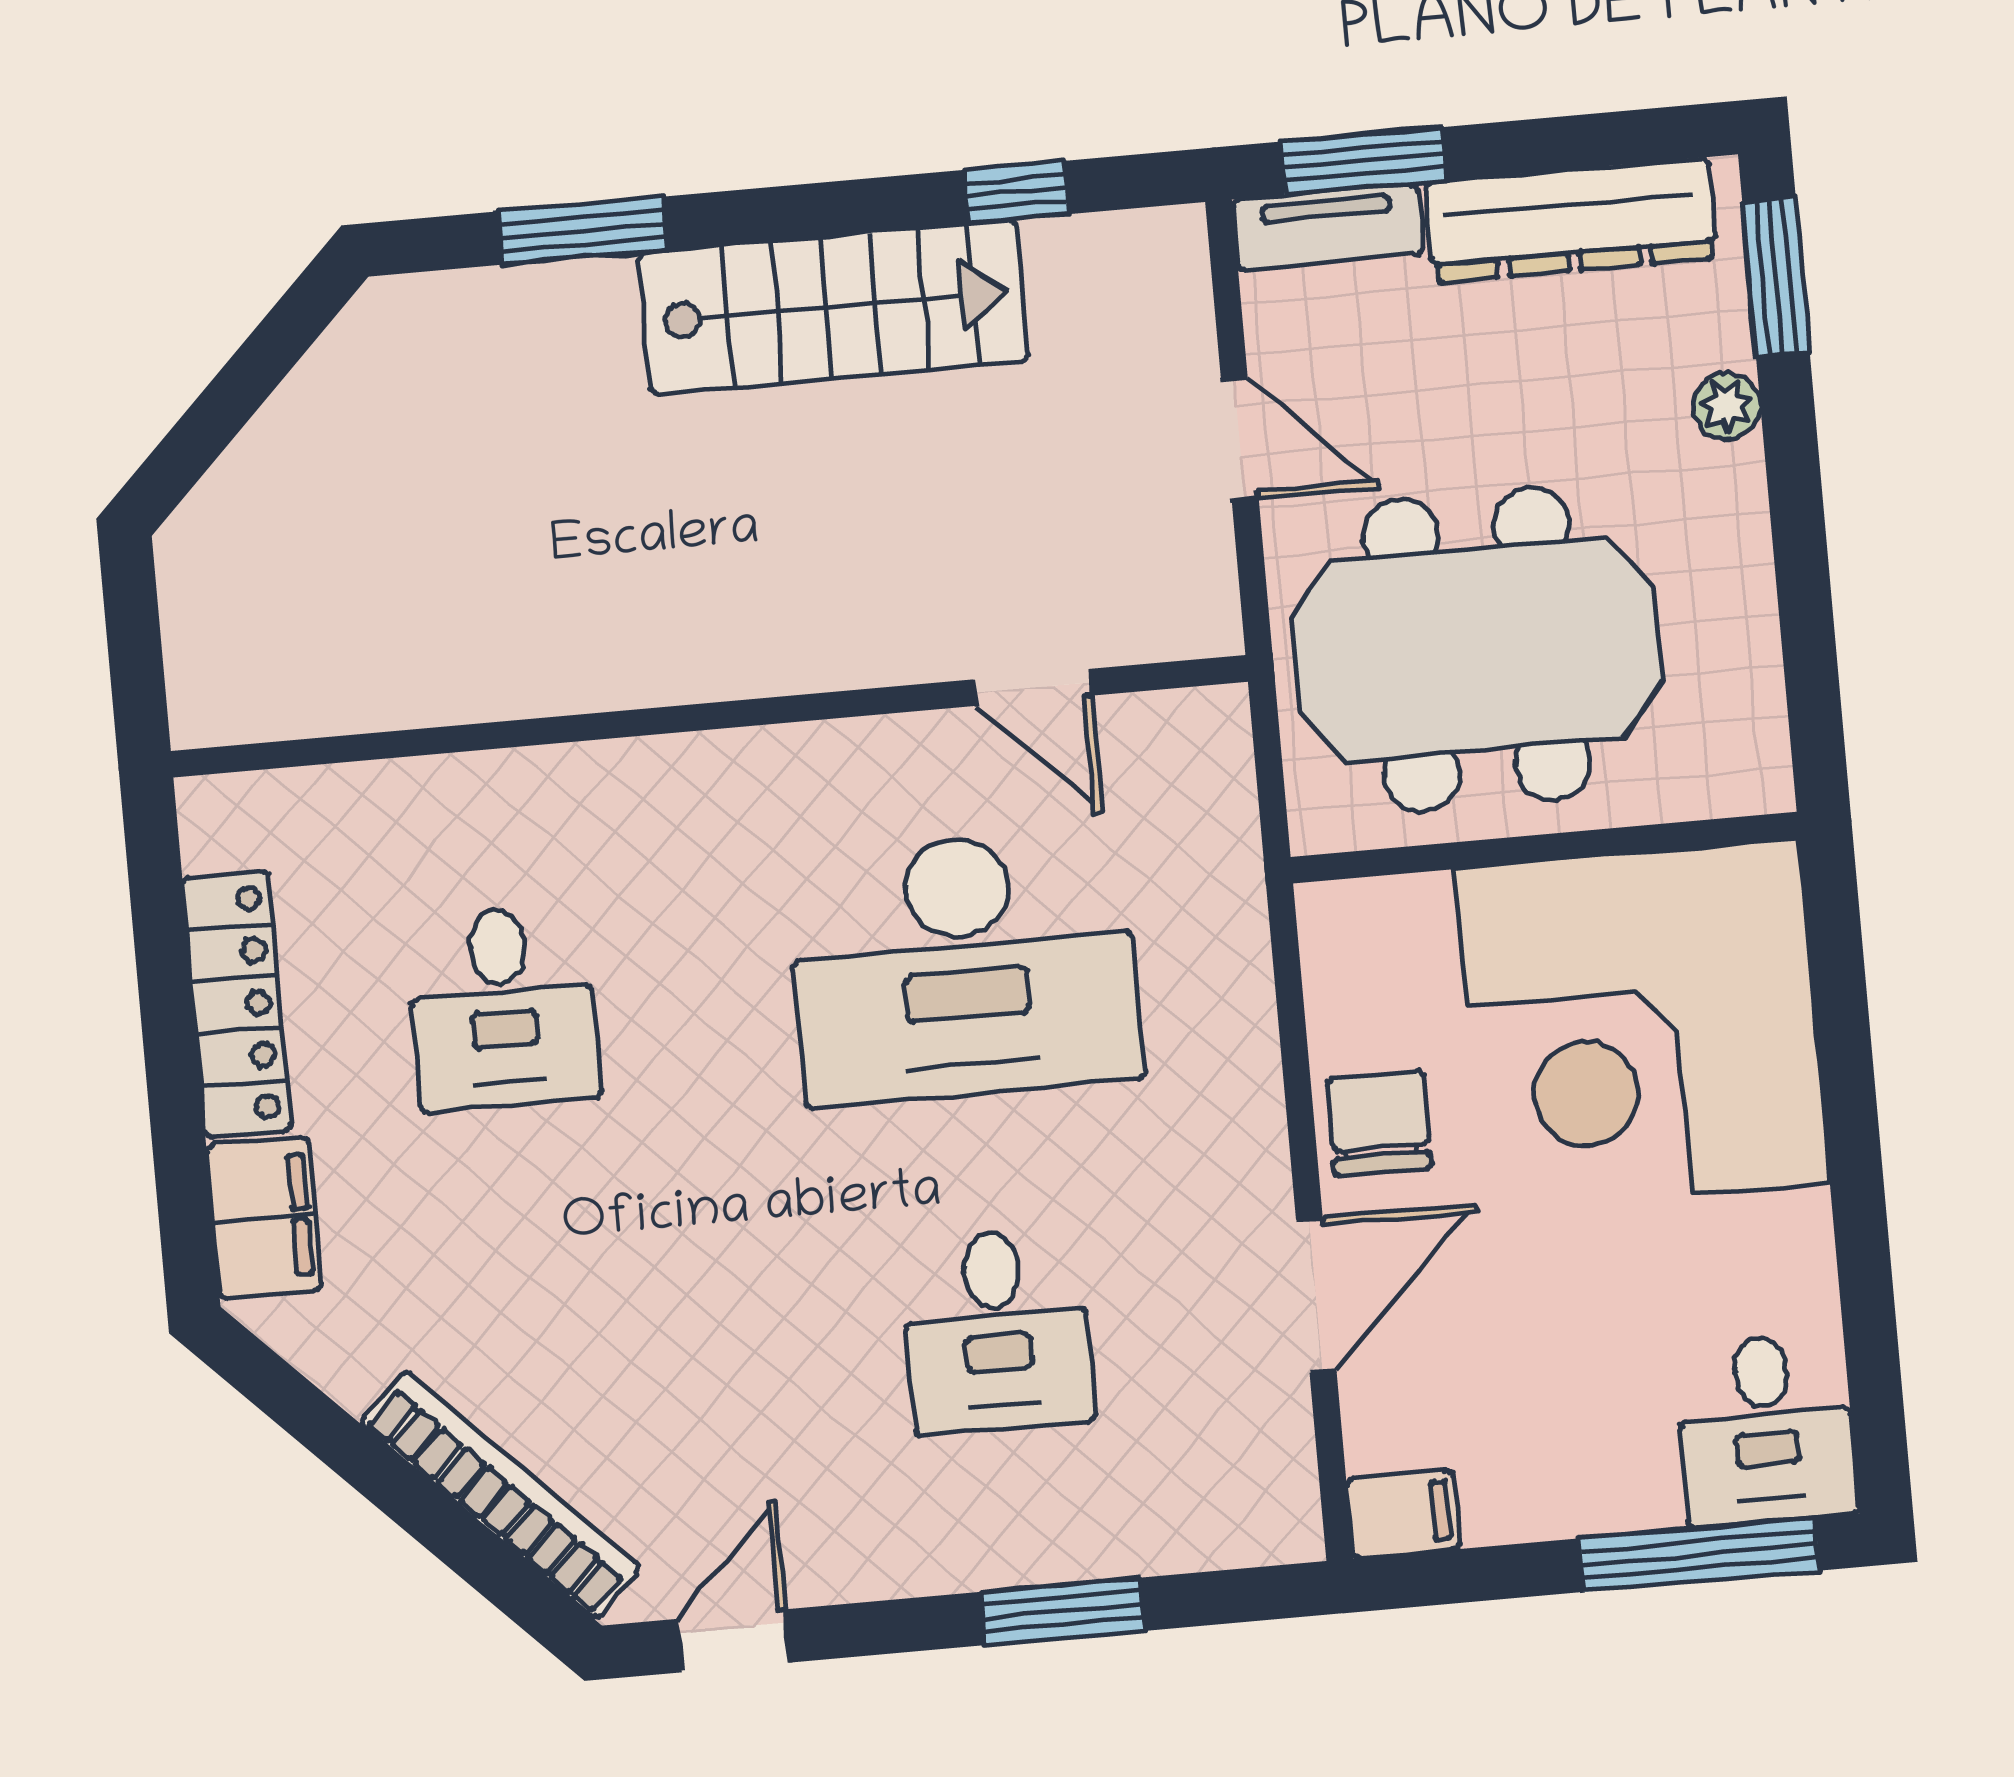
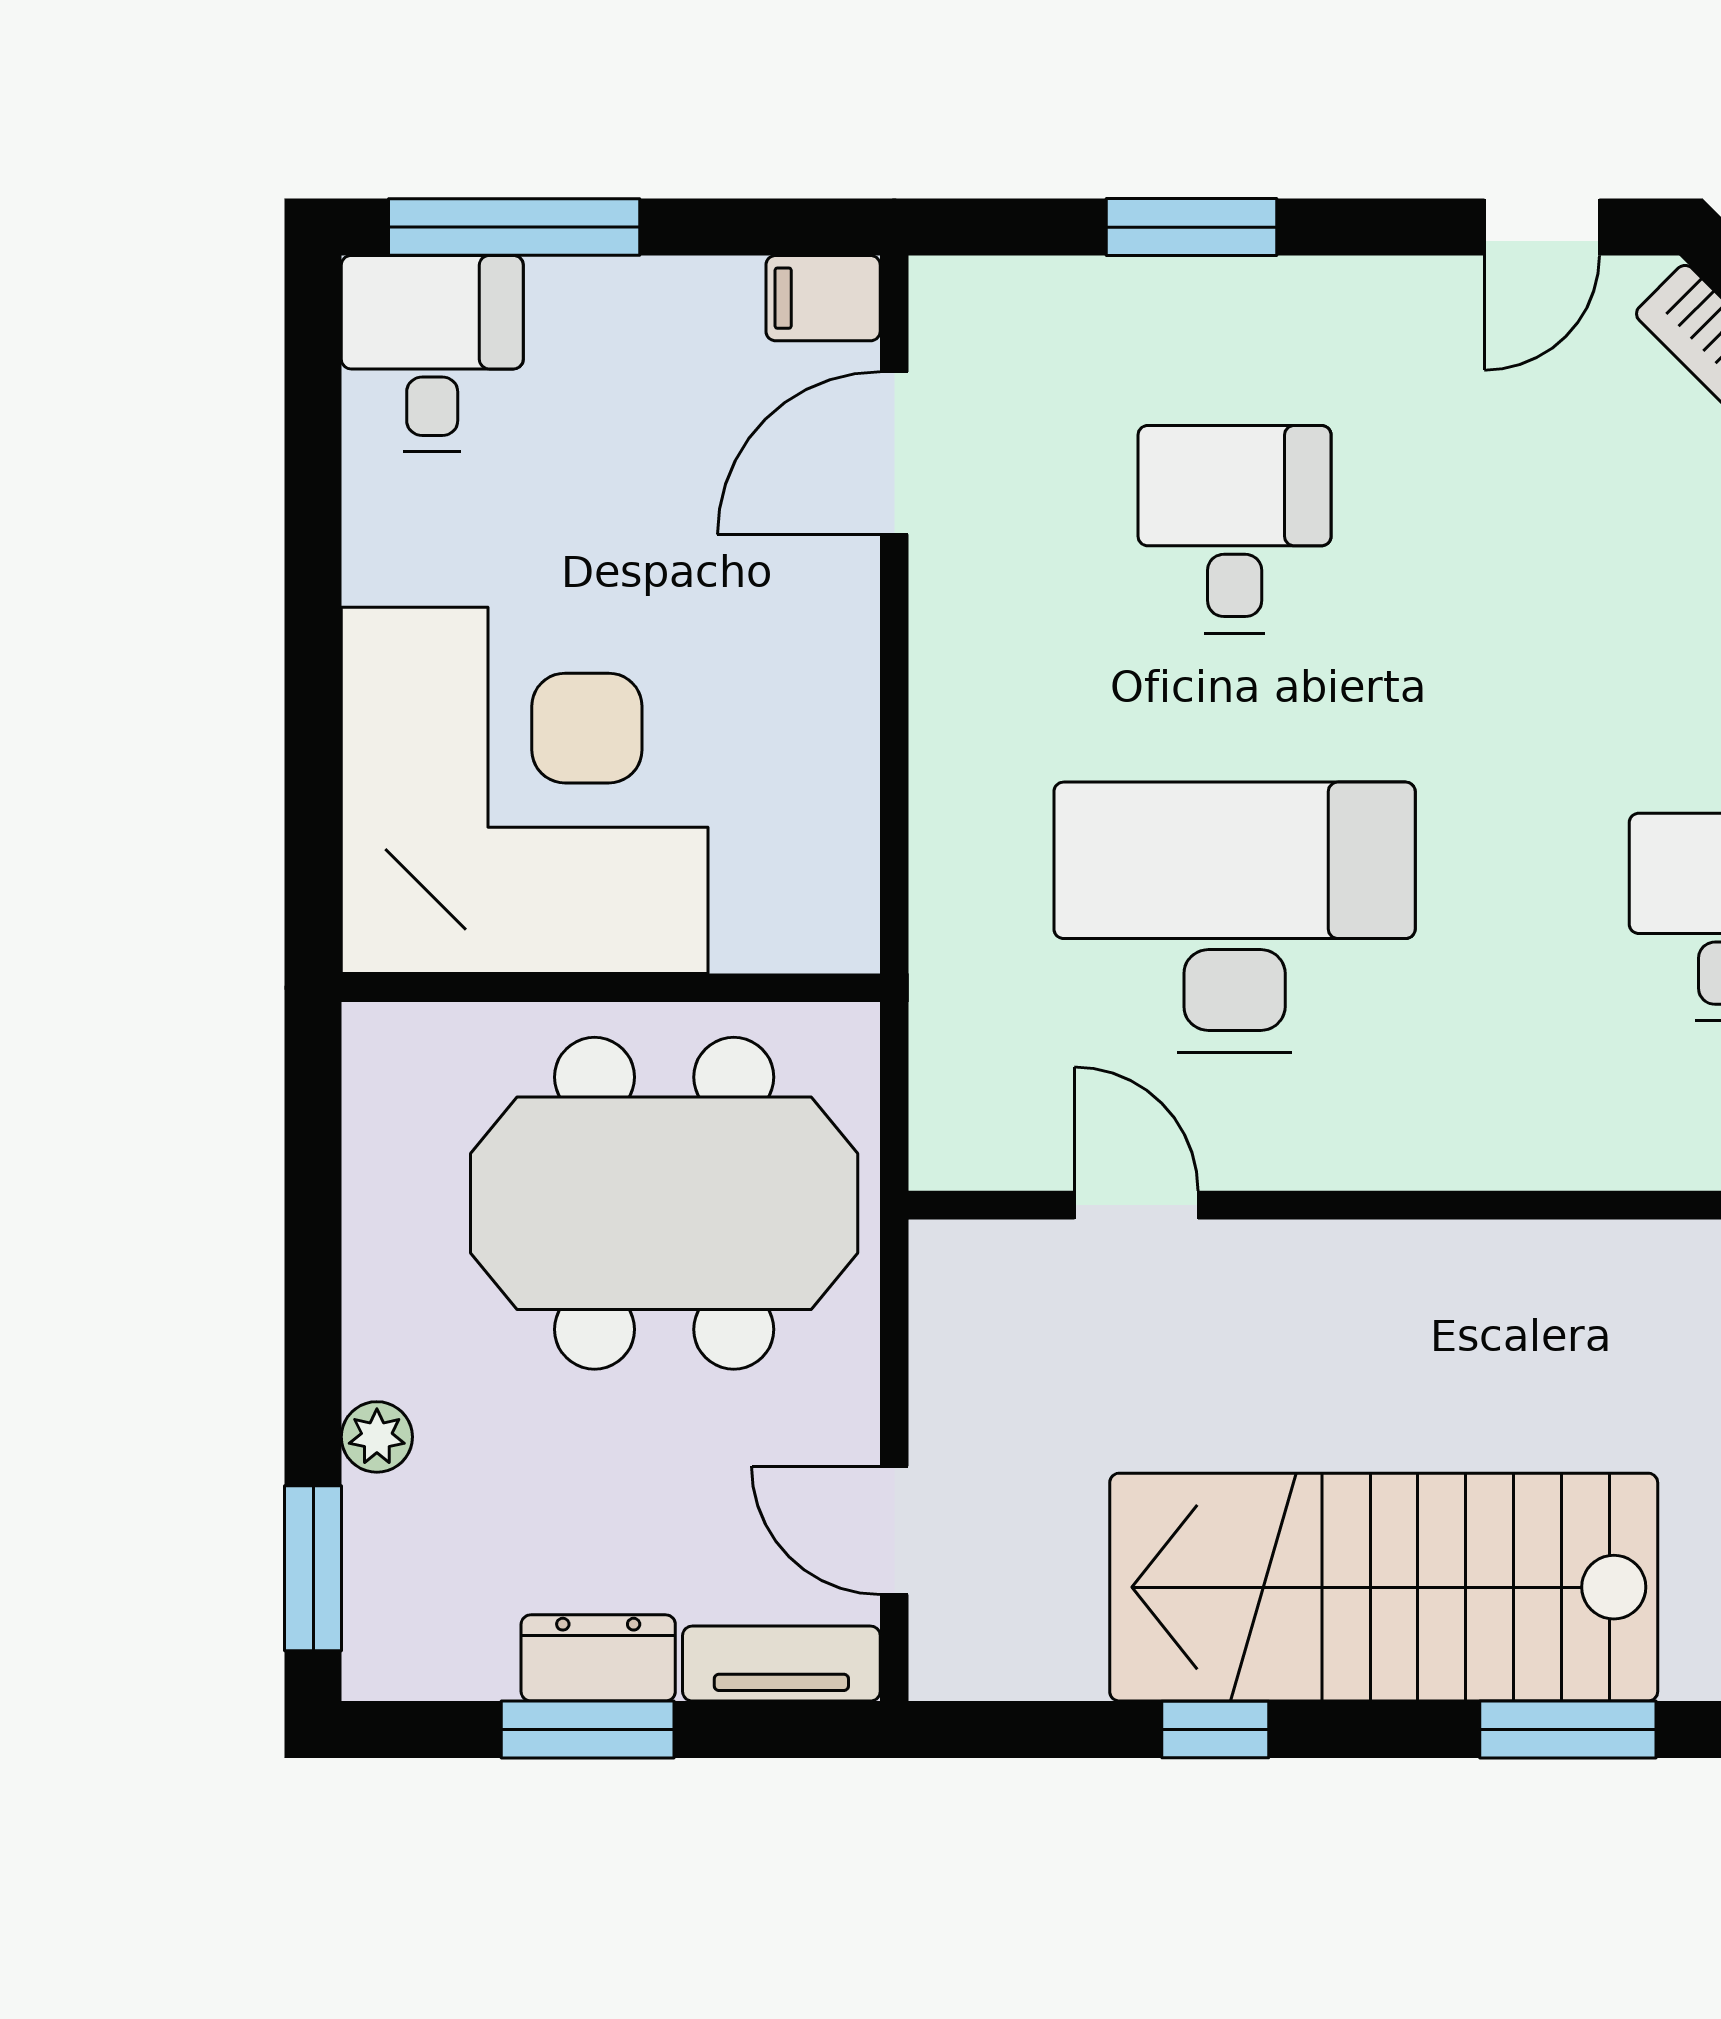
window: (1364, 161) -> (588, 1730), moved
window: (1017, 192) -> (1215, 1730), moved
dresser: (1571, 220) -> (598, 1658), width x0.51, depth x0.80
stairs: (833, 307) -> (1384, 1587), width x1.36, depth x1.51
door: (1240, 439) -> (894, 1530), moved
chair: (1379, 1123) -> (812, 713), removed
door: (1316, 1295) -> (894, 453), moved

